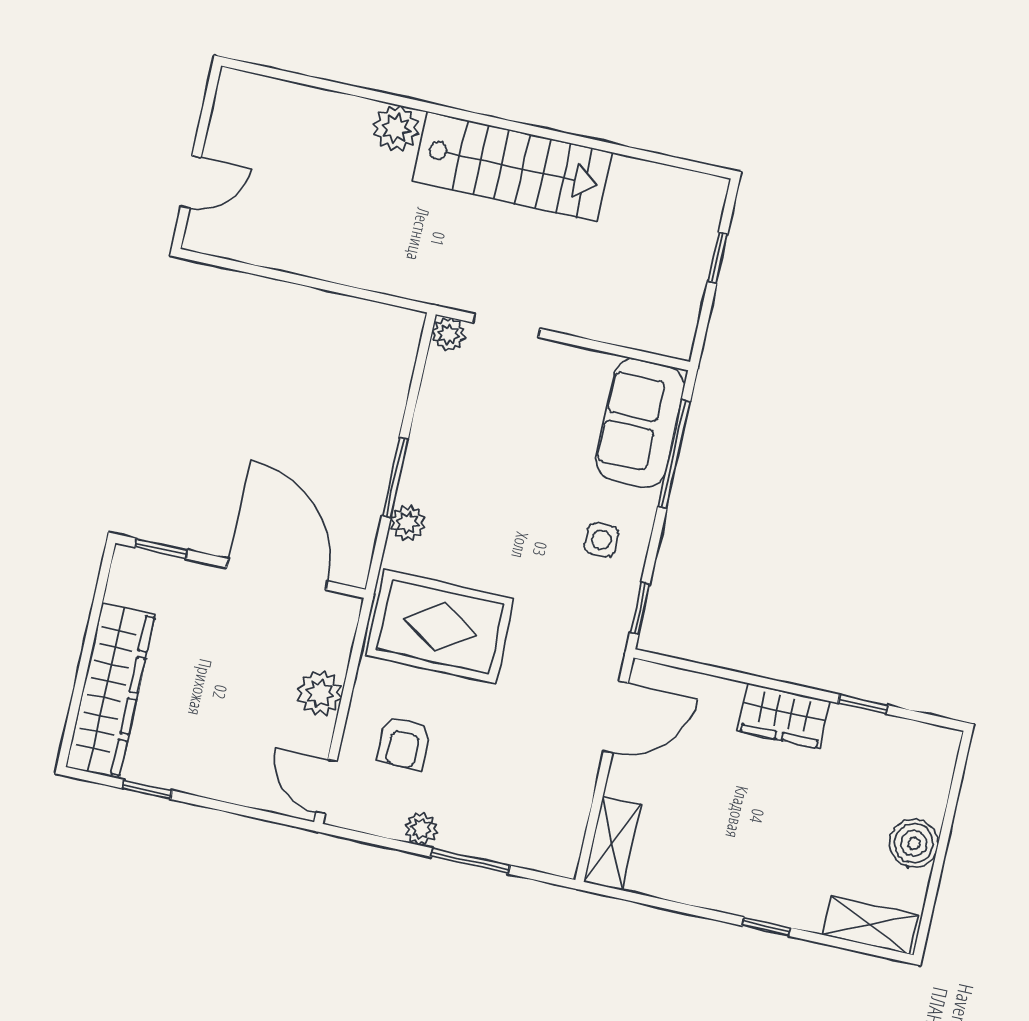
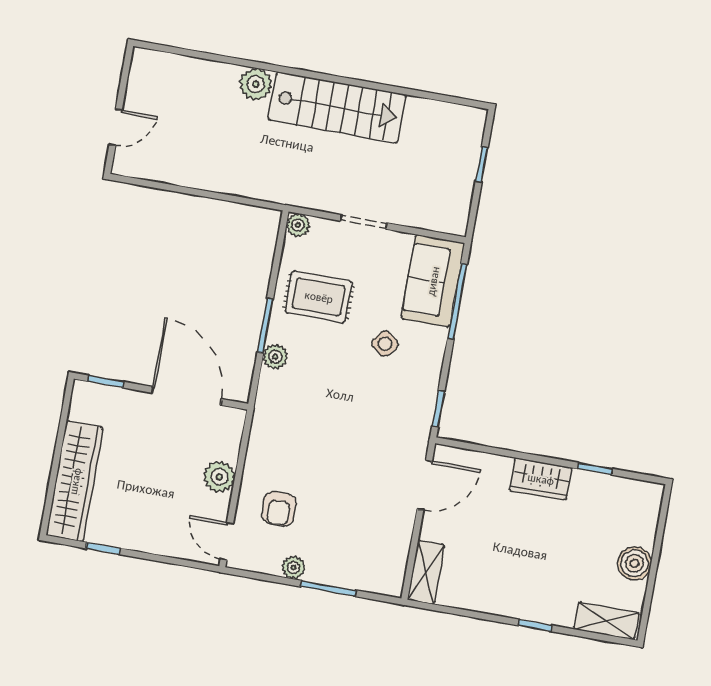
doorway: (507, 326) -> (363, 222), moved
side table: (601, 540) -> (385, 344), moved, turned 38
rug: (440, 627) -> (319, 297), moved, width x0.73, depth x0.70

